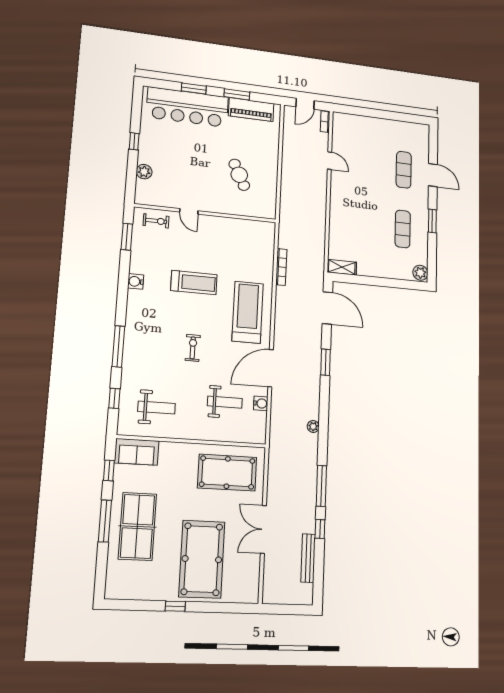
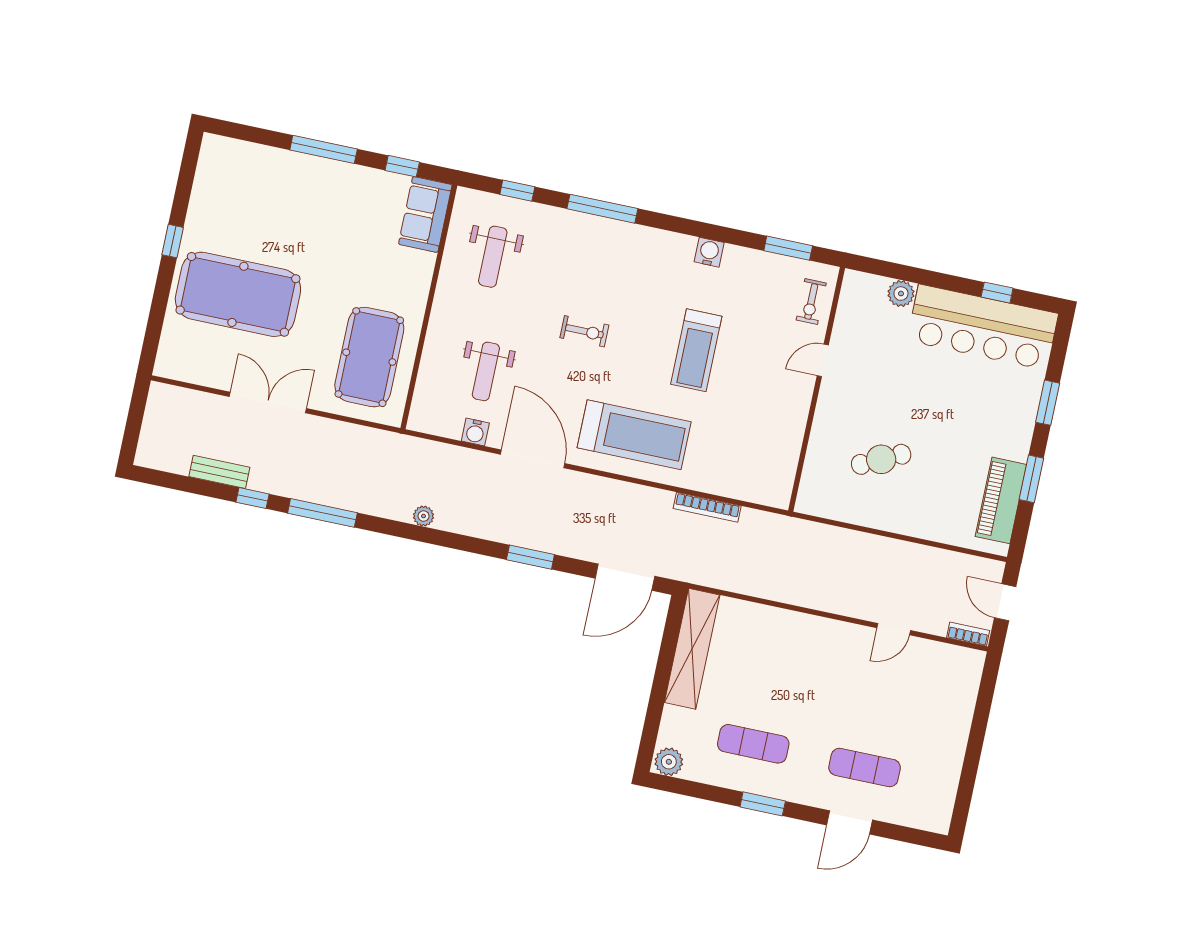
bar counter: (187, 107) -> (983, 327), moved, turned -90
window: (134, 141) -> (997, 293), moved
shelving: (342, 267) -> (692, 649), width x2.20, depth x1.33
table tennis table: (137, 526) -> (307, 199), removed
bench: (308, 558) -> (219, 472), width x0.73

